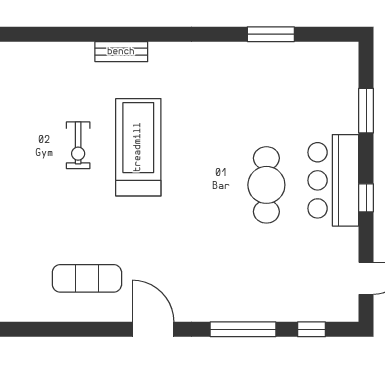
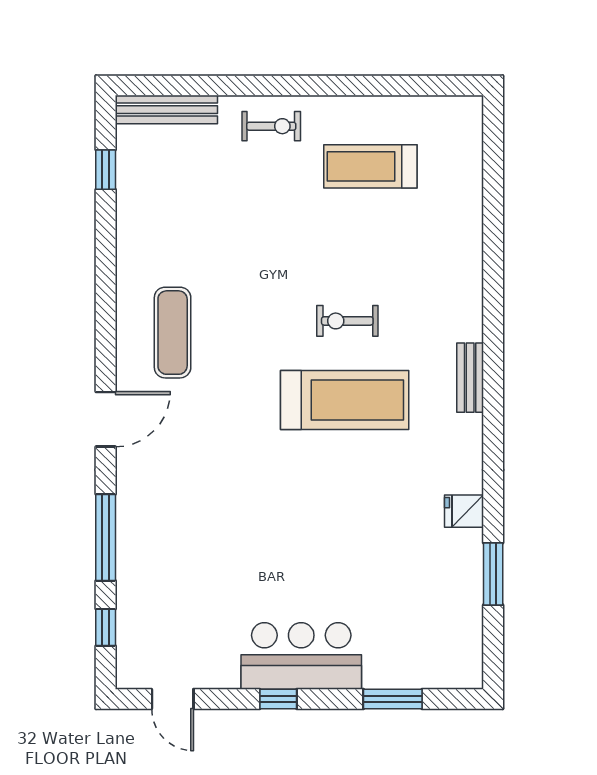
fridge: (223, 56) -> (464, 511), added
cafe table: (266, 185) -> (295, 568), removed

